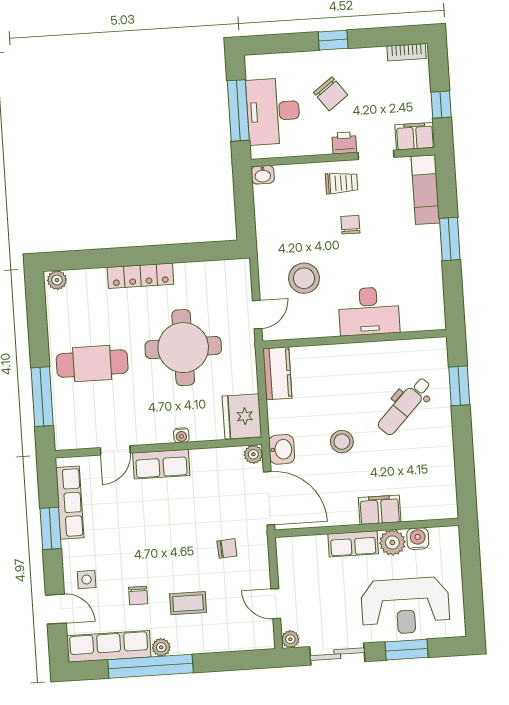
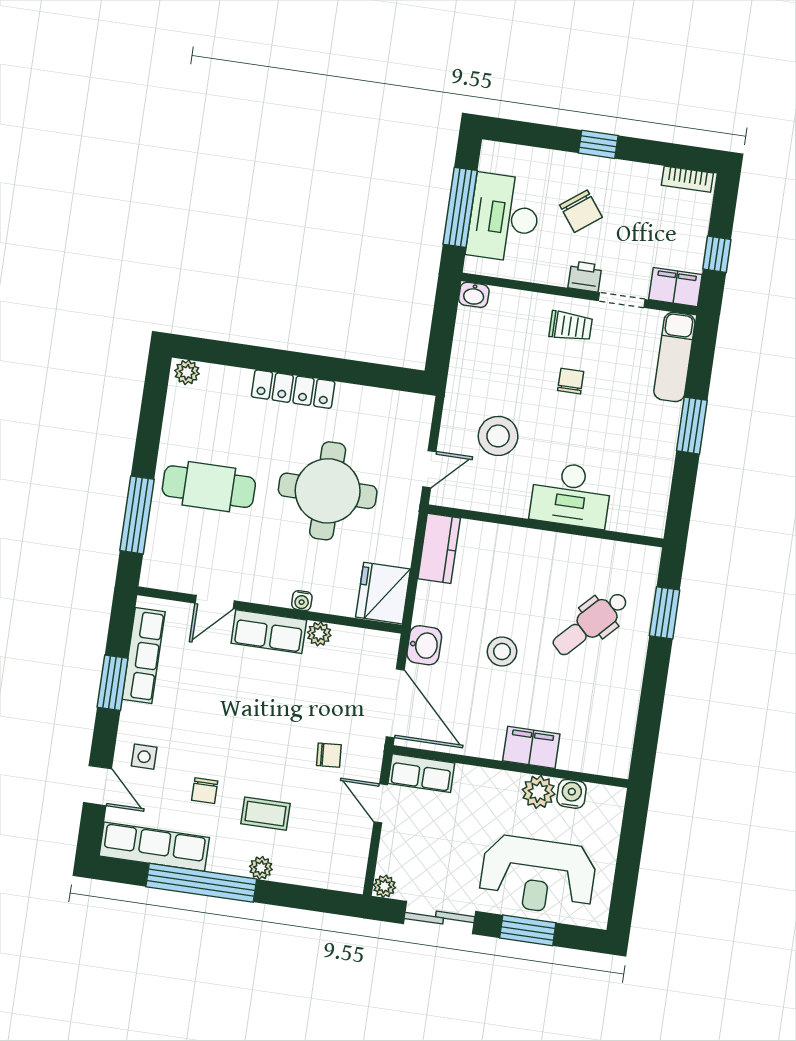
plant: (253, 454) -> (319, 634), moved
row of seats: (353, 544) -> (421, 773), moved
door: (276, 604) -> (381, 803), moved
plant: (161, 647) -> (261, 868), moved

